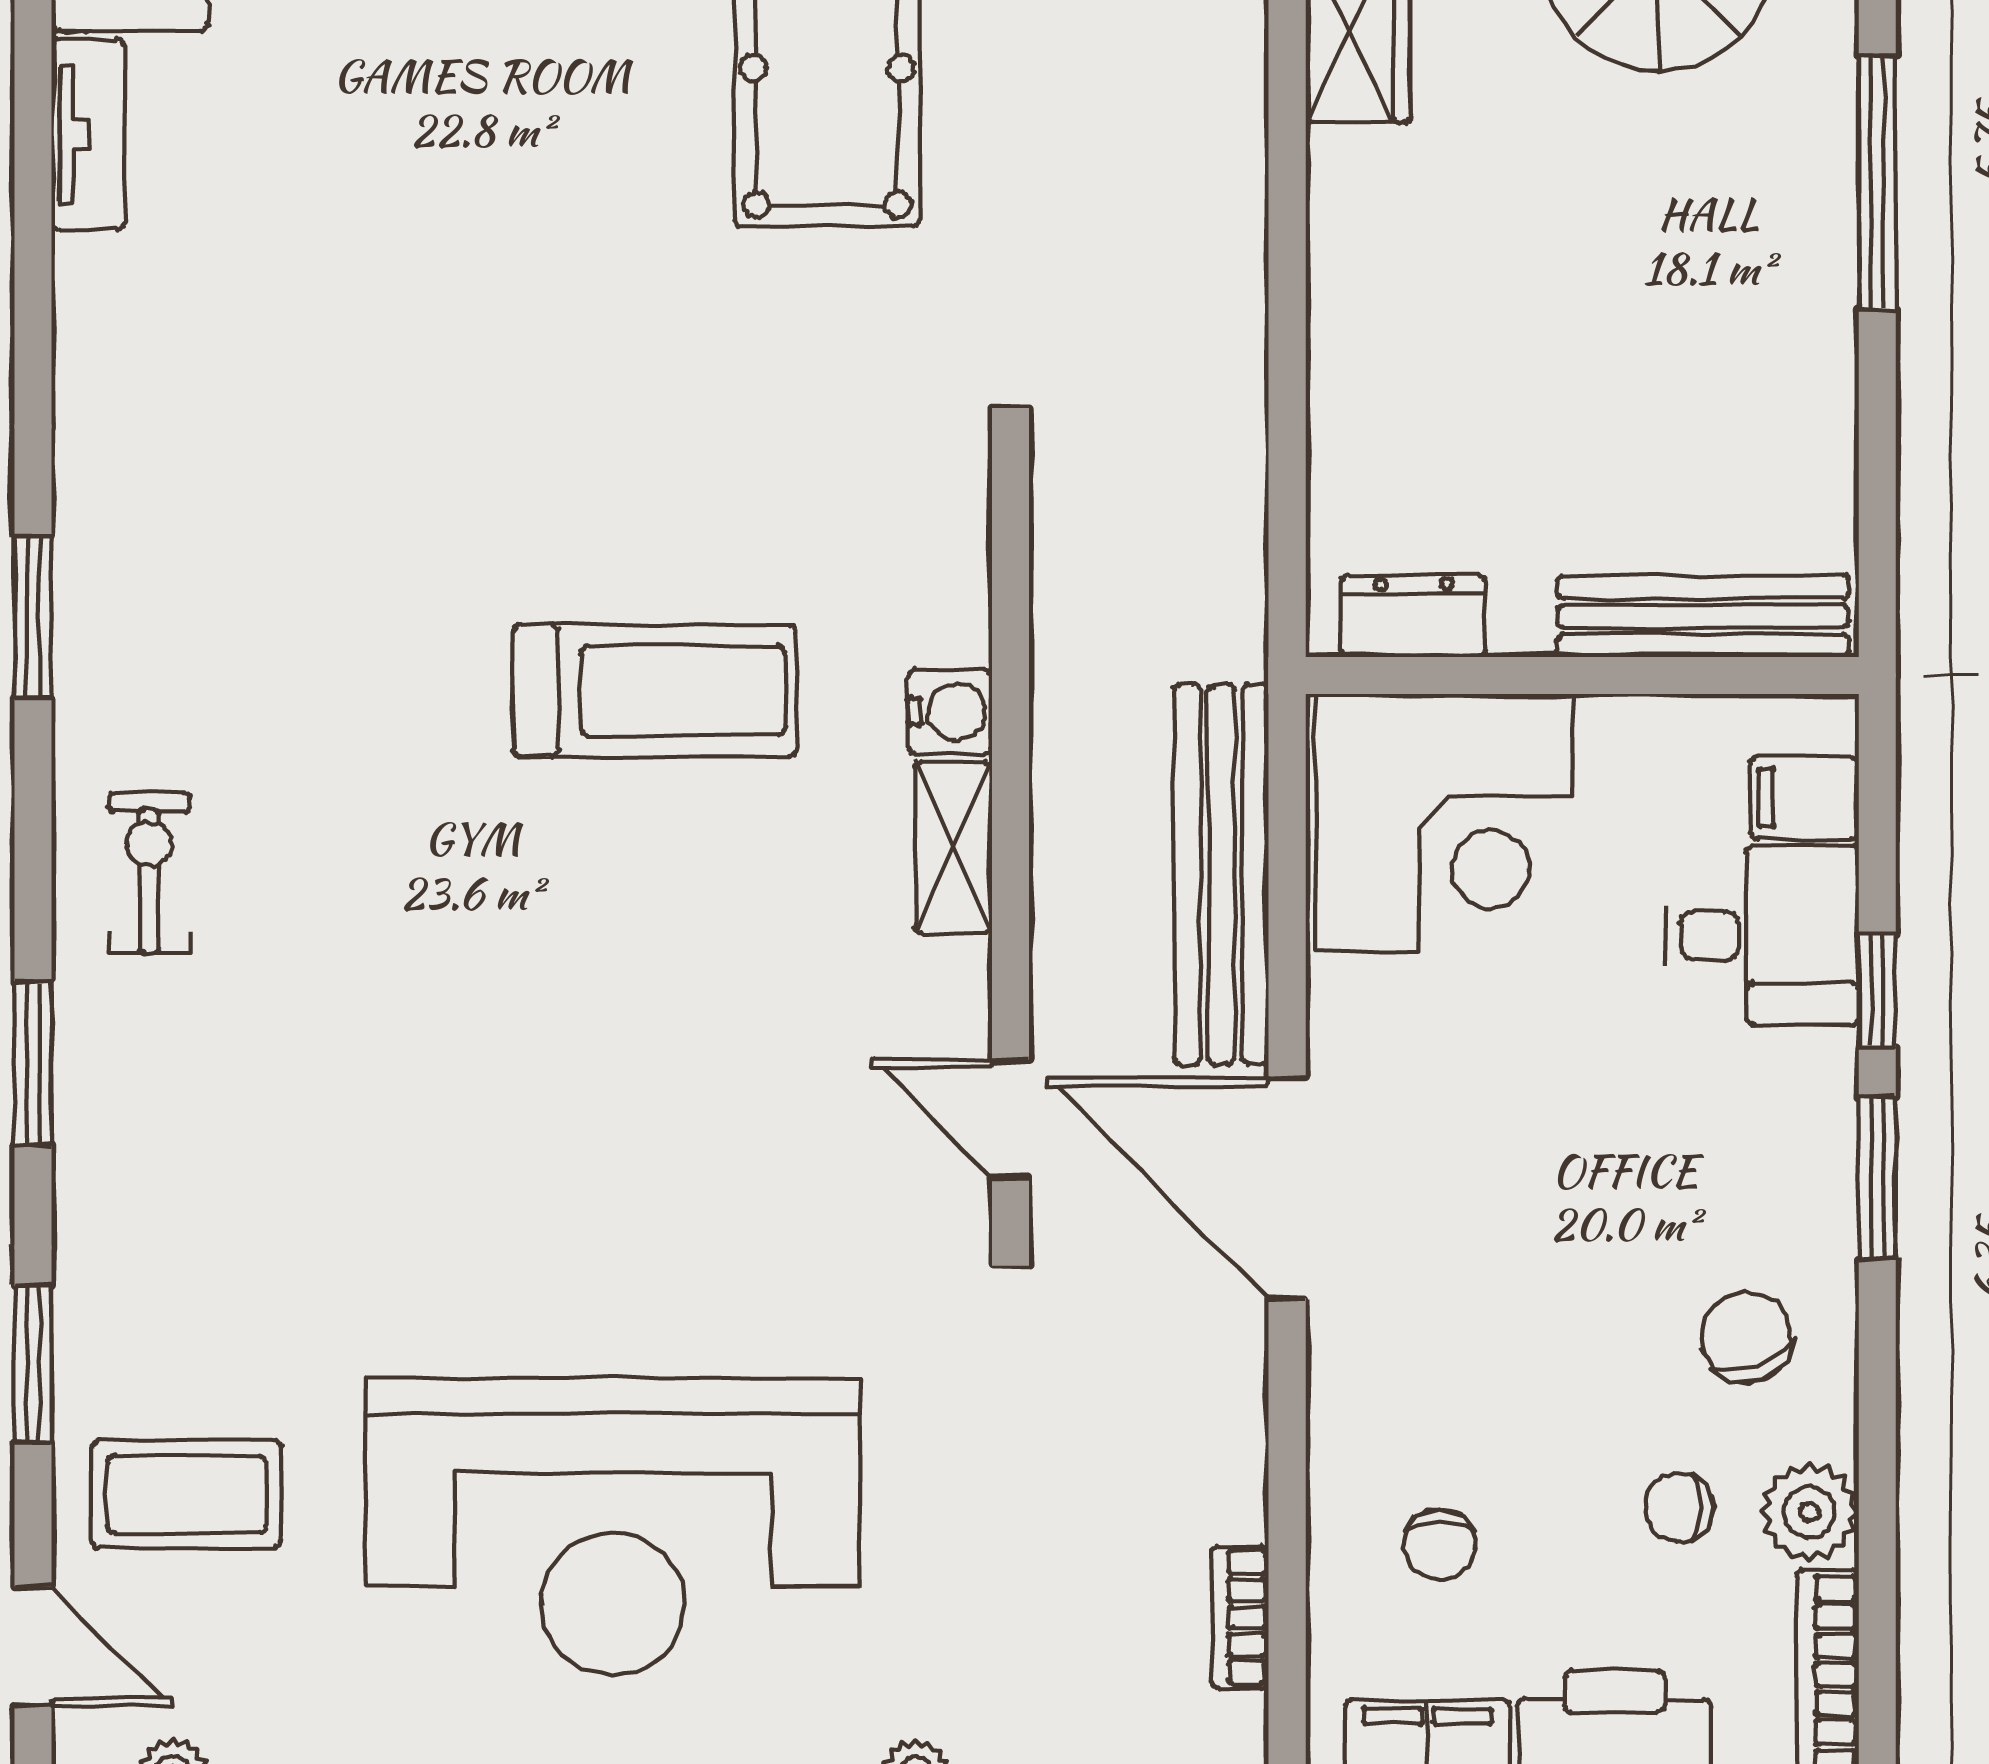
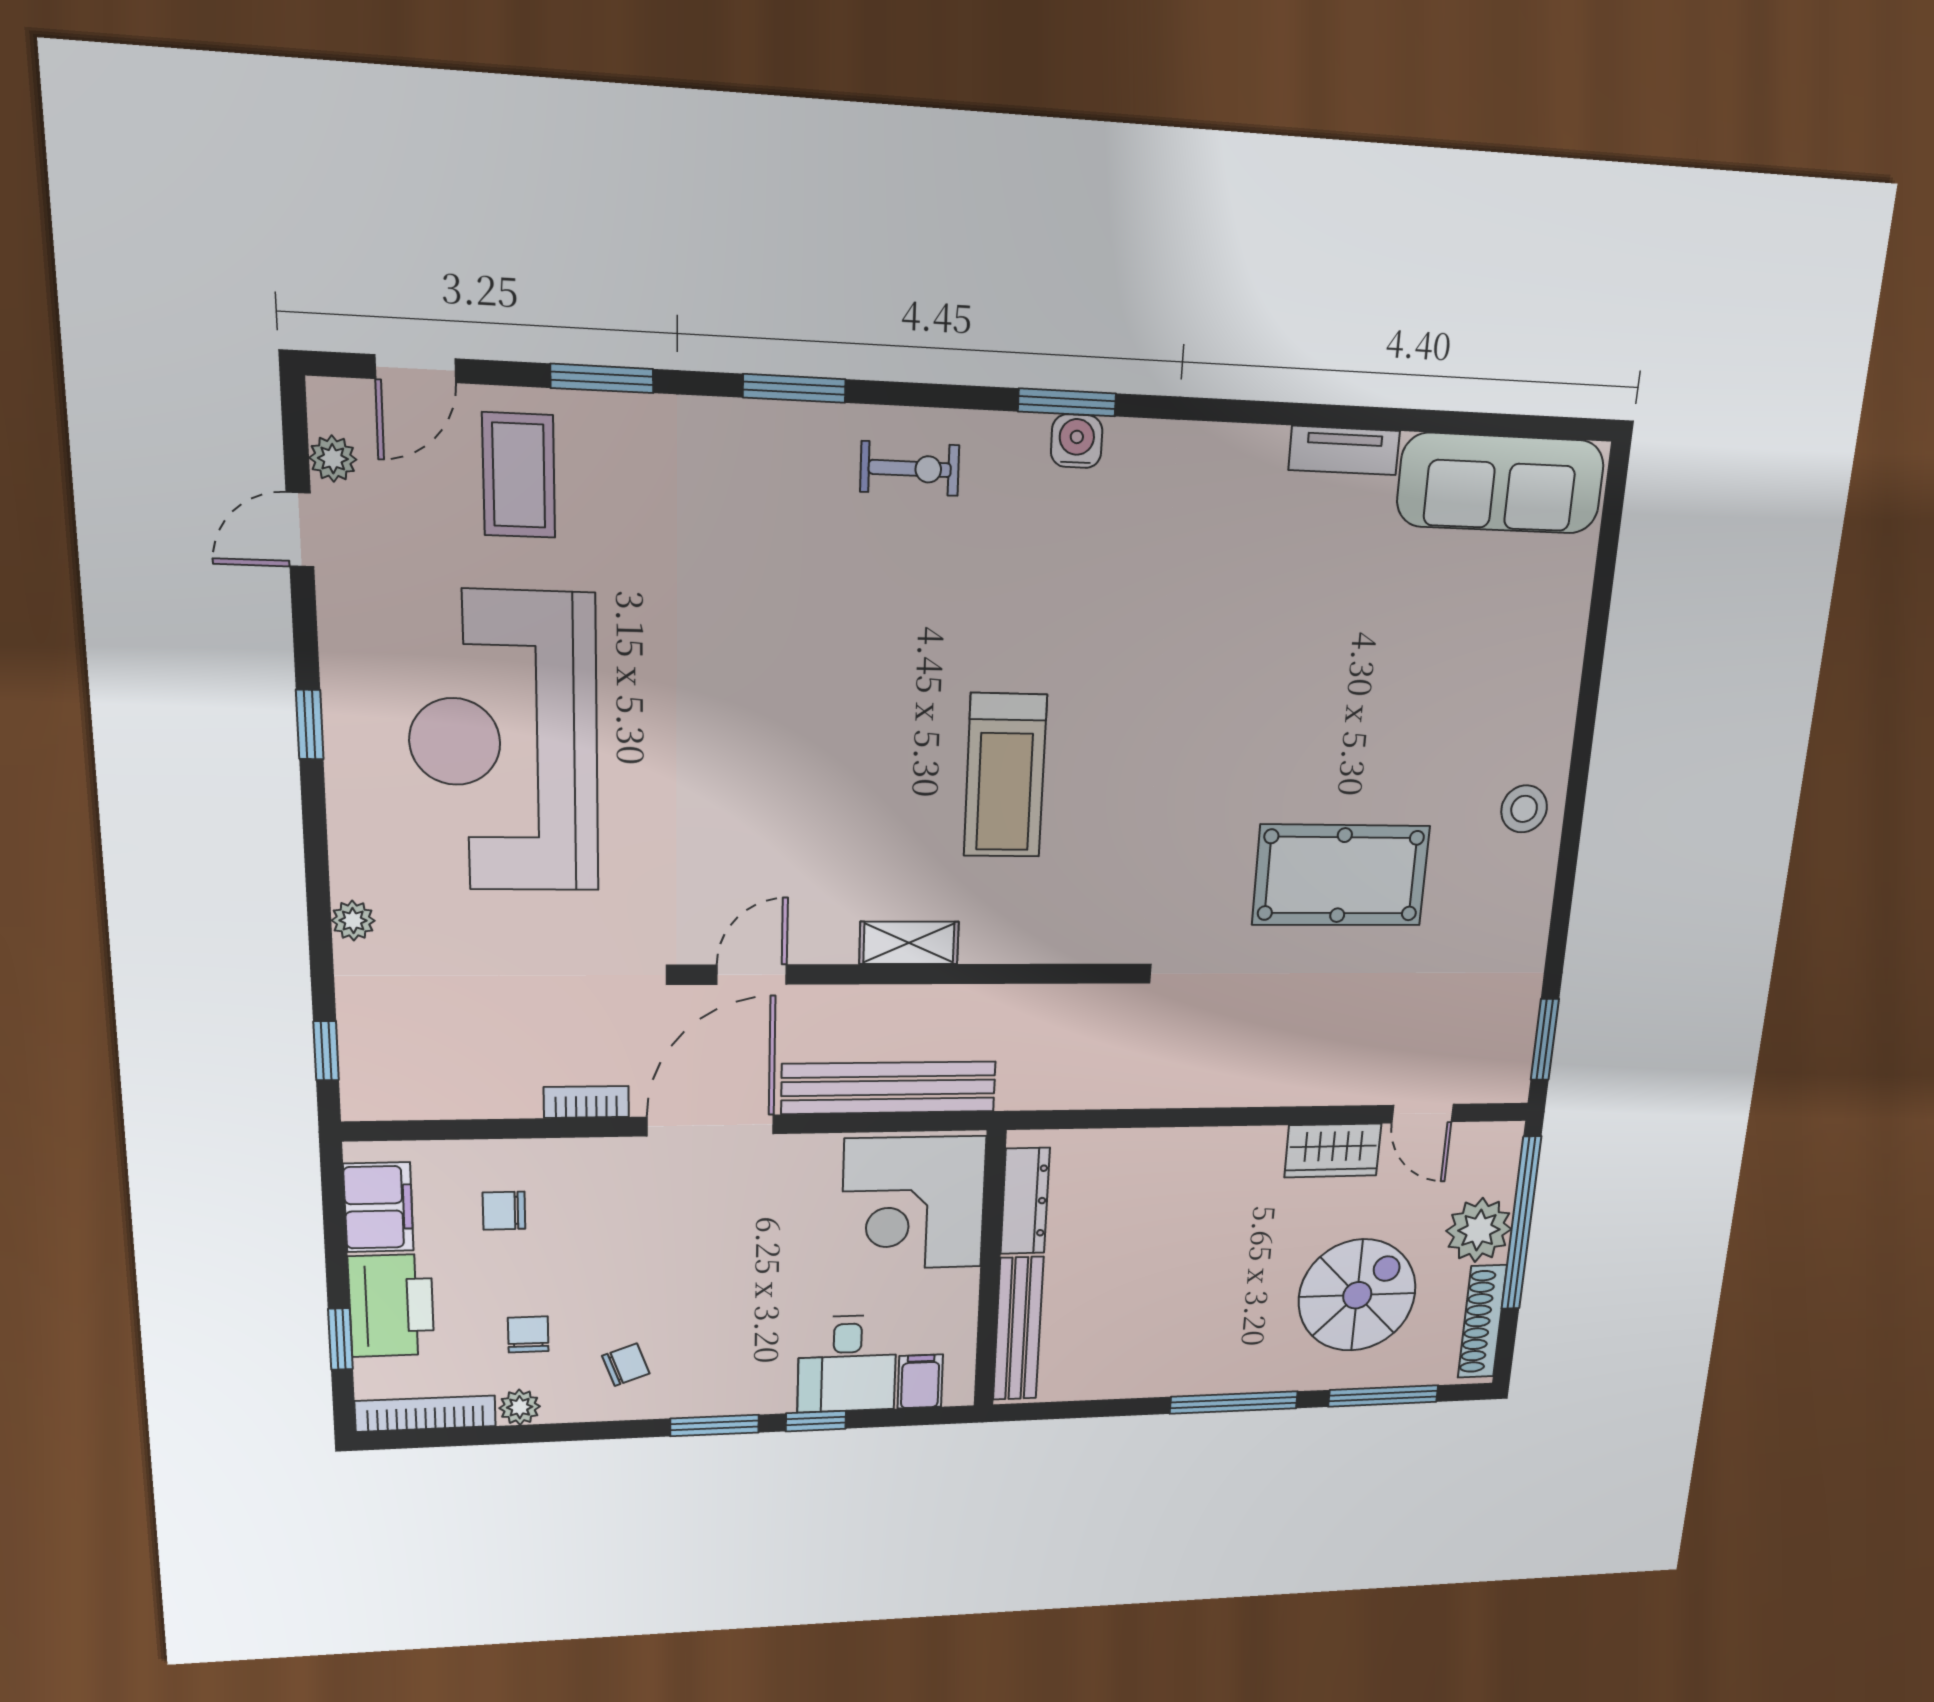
dresser: (1414, 616) -> (1025, 1201), width x1.44
water cooler: (950, 712) -> (1077, 441), moved, turned 180
chair: (1746, 1337) -> (626, 1365), width x0.73, depth x0.73
plant: (1810, 1512) -> (520, 1407), width x0.73, depth x0.73
bookcase: (1240, 1617) -> (586, 1102), moved

